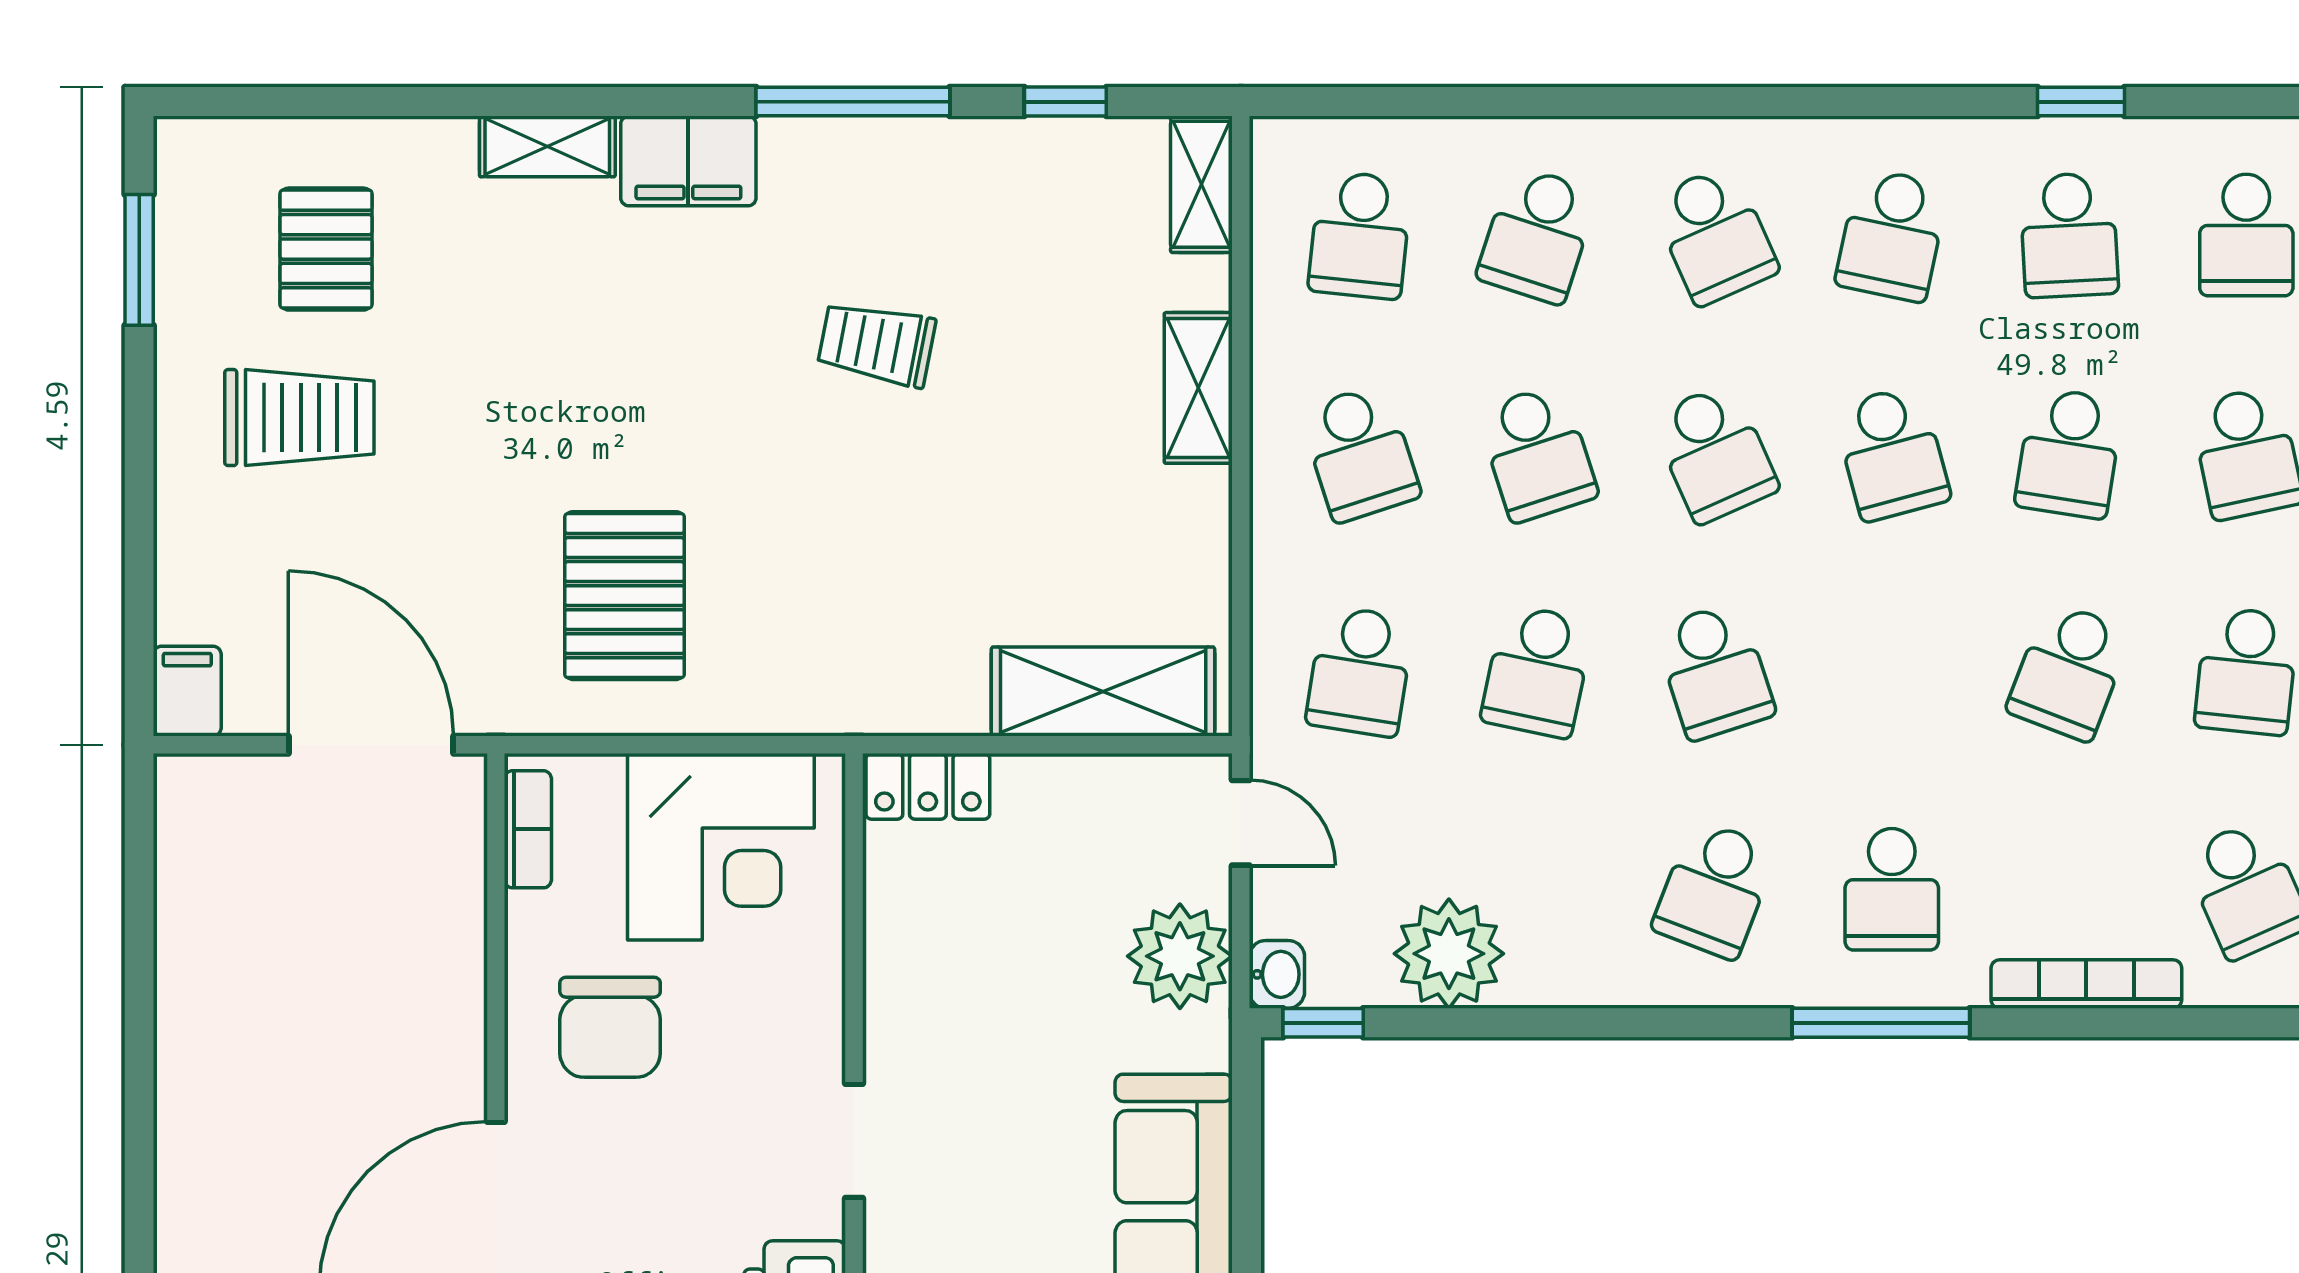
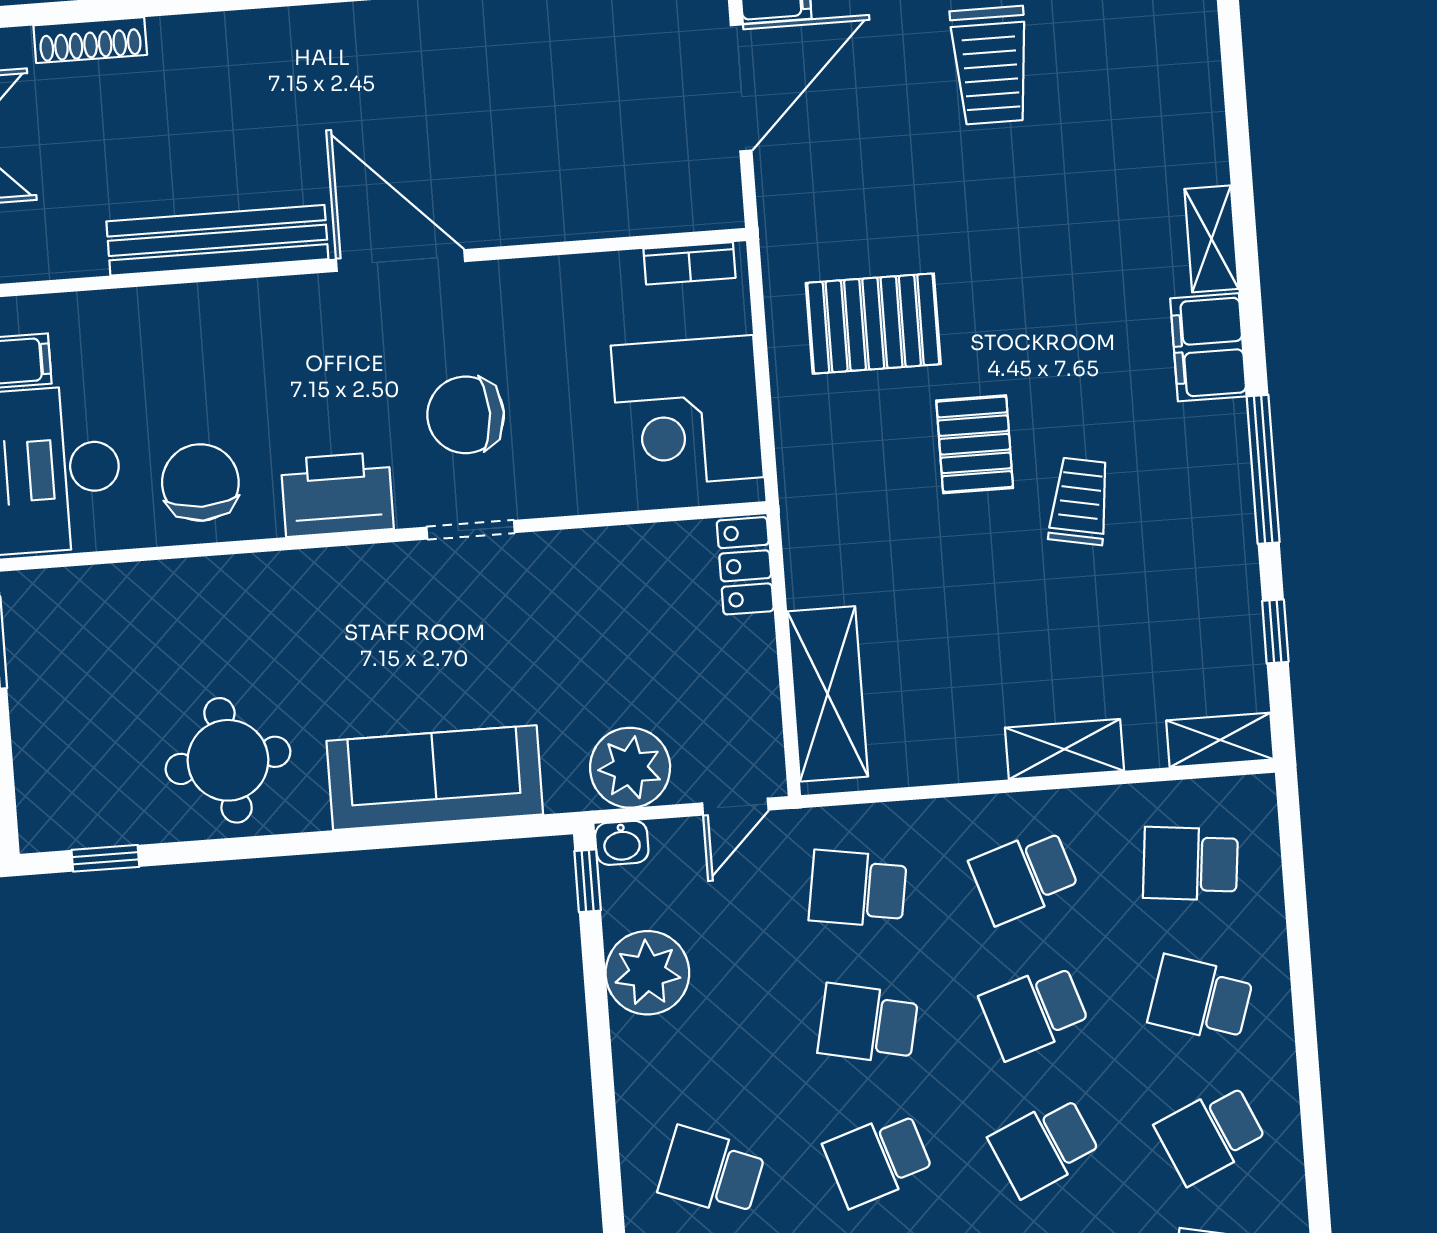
pallet: (326, 249) -> (975, 444), moved, turned 90
door: (371, 745) -> (741, 88), moved
chair: (610, 1027) -> (466, 415), moved

